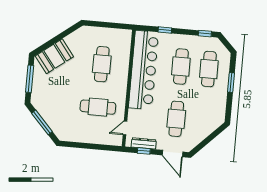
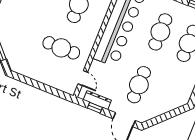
door: (125, 128) -> (83, 78), swing flipped

